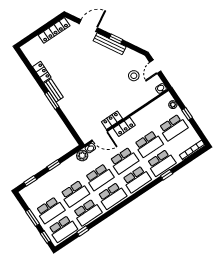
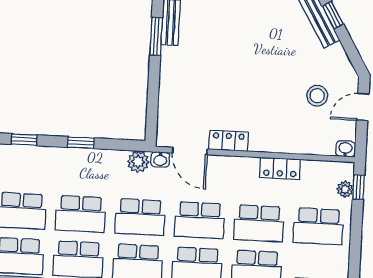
window: (187, 114) -> (358, 187), moved
locker: (124, 127) -> (280, 168), moved

